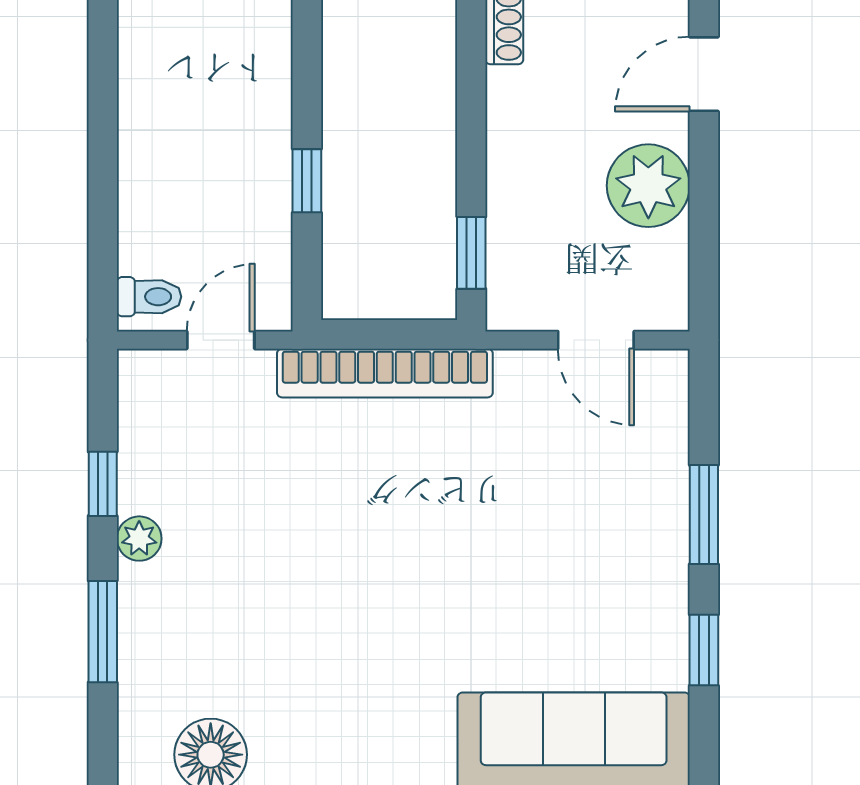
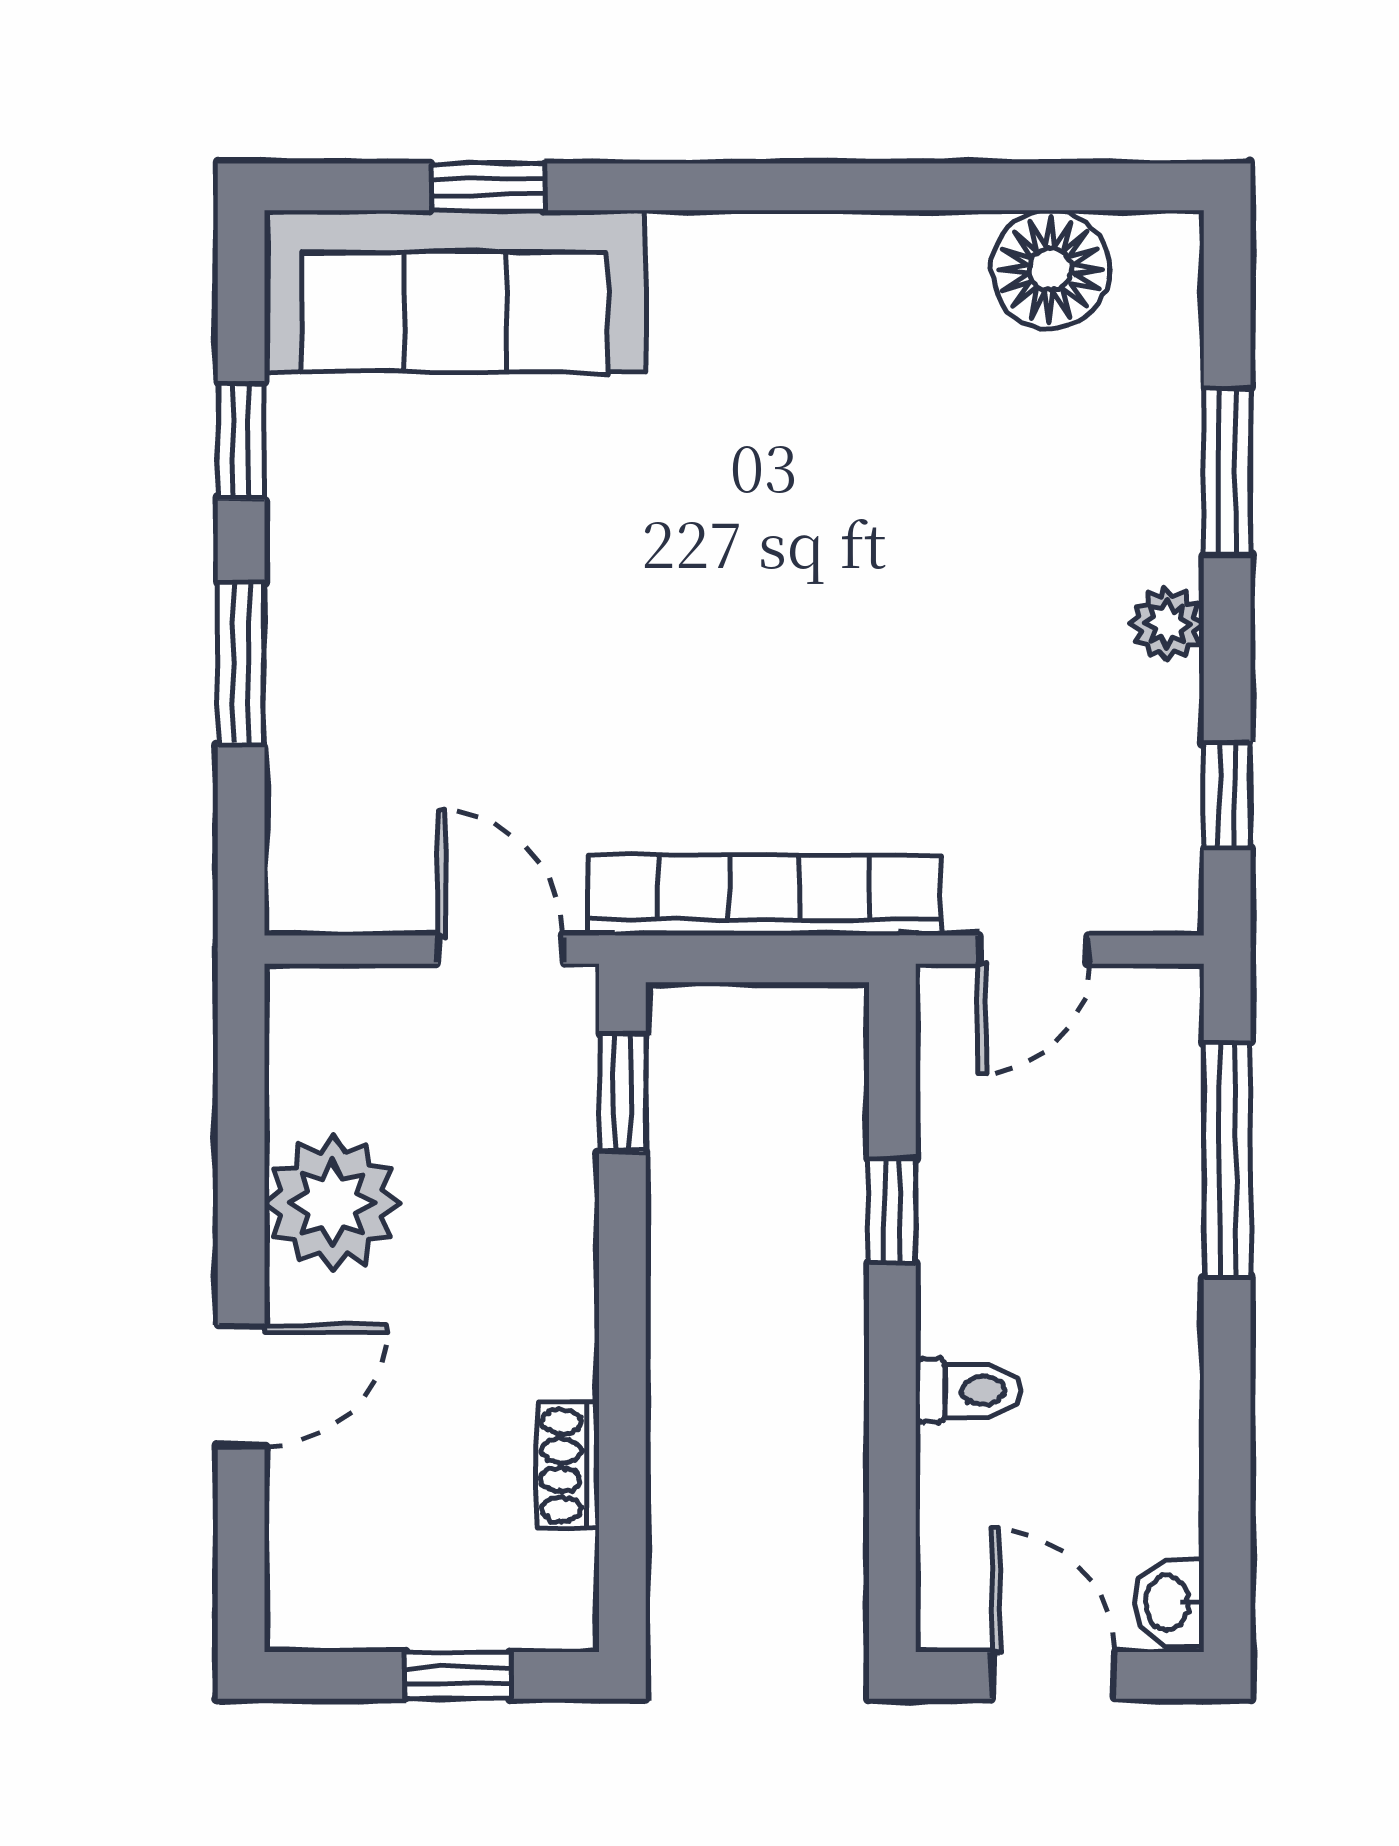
window: (103, 212) -> (1227, 1159), added
toilet: (149, 297) -> (968, 1391), moved, turned 180
door: (596, 340) -> (501, 950), moved
window: (103, 484) -> (1227, 795), moved

